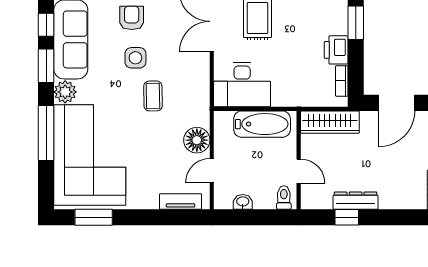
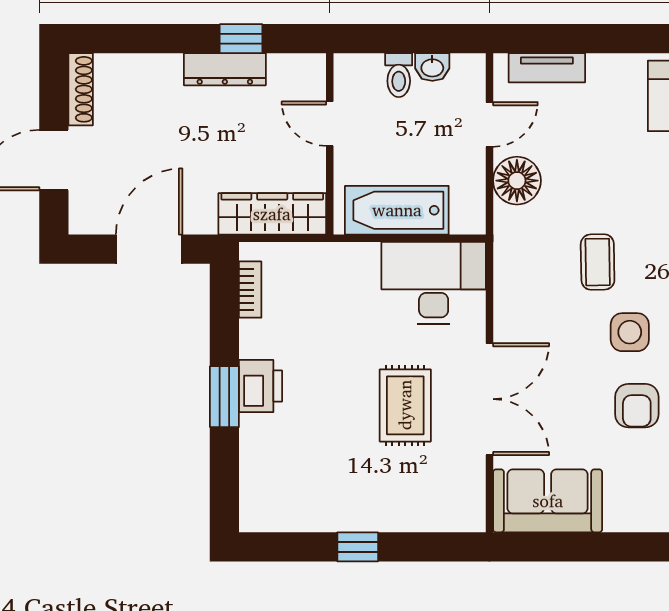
printer: (336, 50) -> (261, 386), moved
toilet: (284, 197) -> (399, 75), moved

